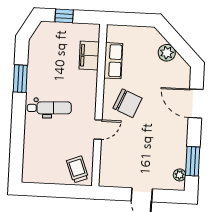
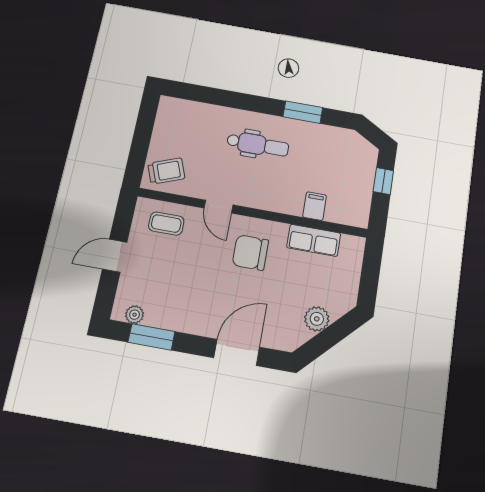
filing cabinet: (89, 56) -> (315, 206), width x0.50
chair: (127, 103) -> (250, 252), turned 67
dental chair: (49, 108) -> (258, 145), turned -87
coffee table: (115, 164) -> (166, 224), added

